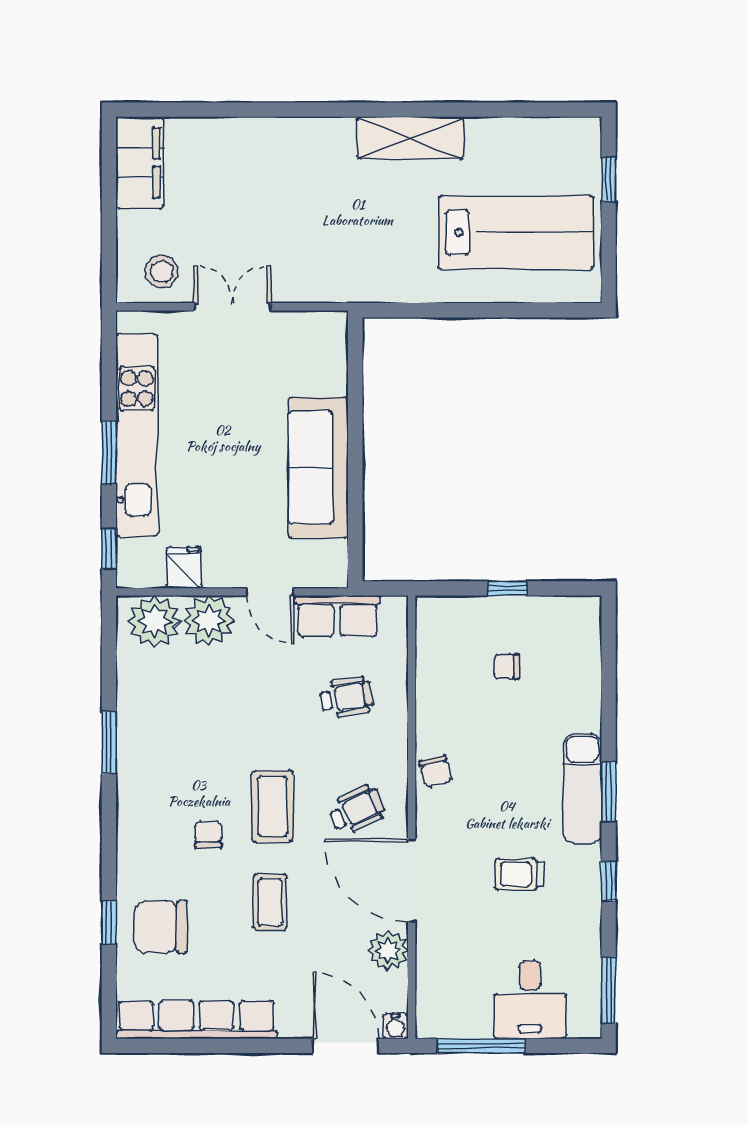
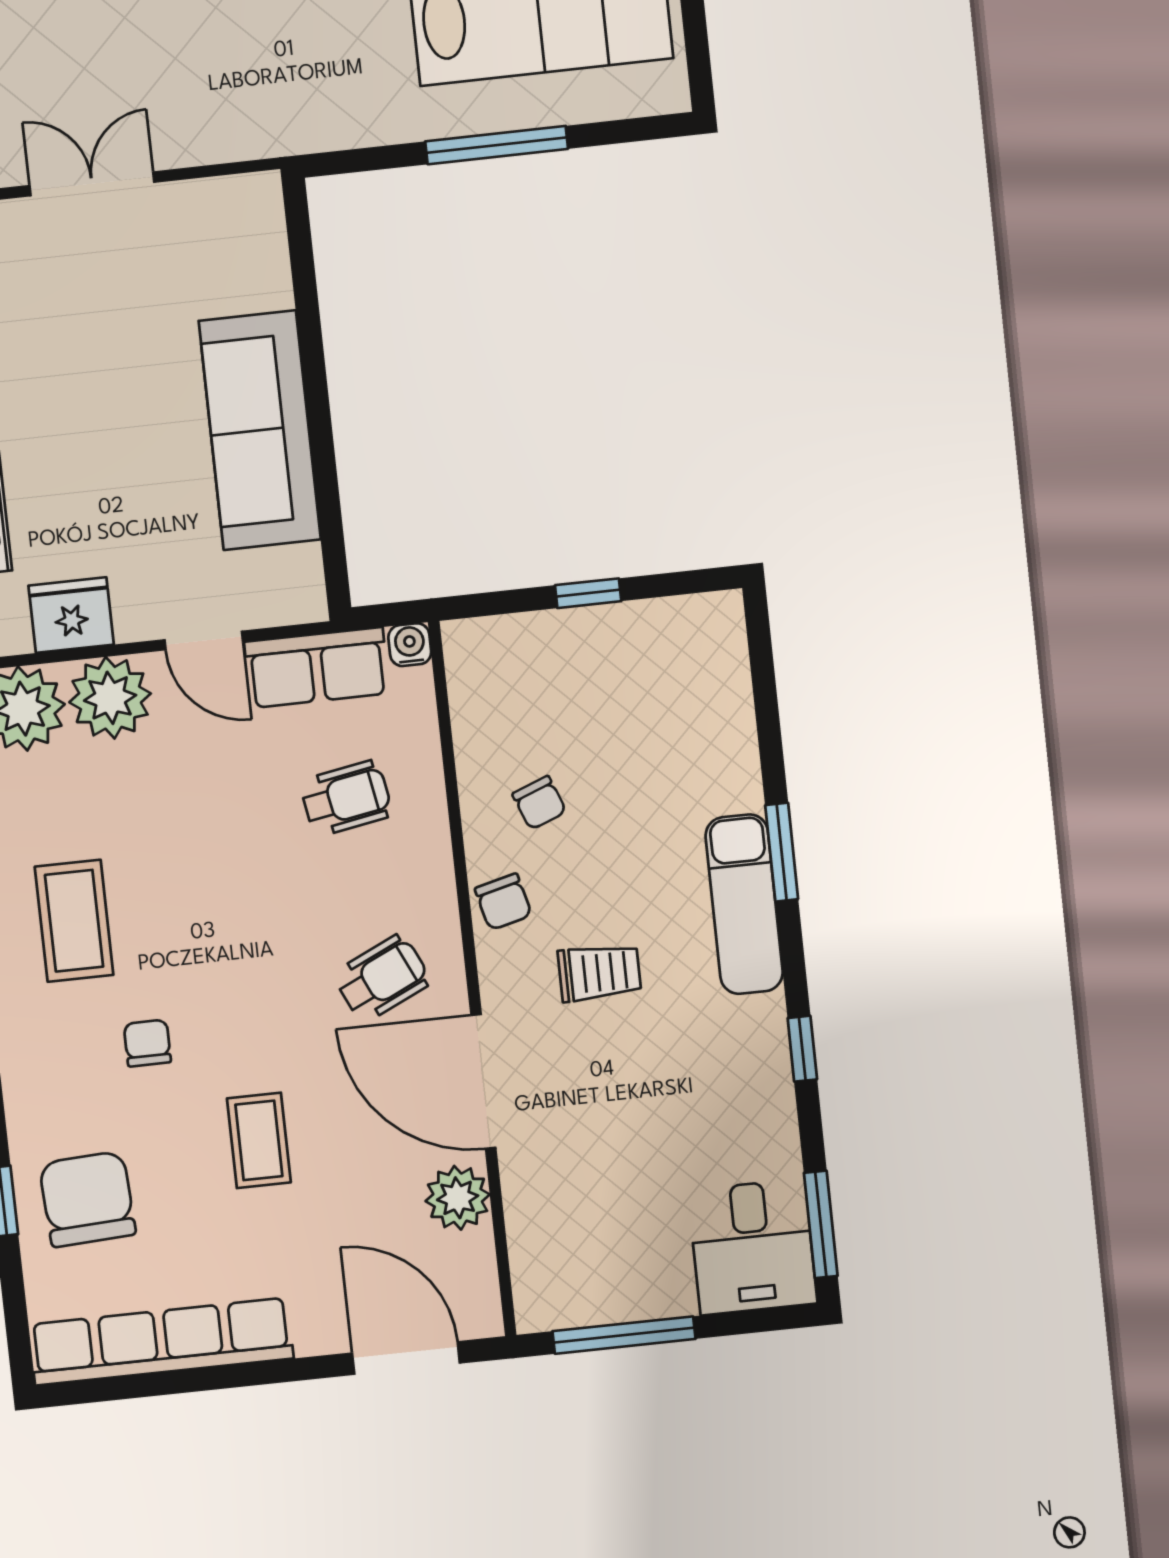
window: (481, 310) -> (497, 145), added
fridge: (184, 568) -> (71, 615), width x1.38
chair: (507, 667) -> (539, 803), moved, turned -111
window: (609, 792) -> (782, 852), moved
coffee table: (272, 806) -> (74, 921), moved
trolley: (519, 874) -> (599, 973), moved, turned 180
chair: (161, 927) -> (87, 1199), turned 87
desk: (530, 1000) -> (752, 1247), moved
water cooler: (395, 1026) -> (410, 645), moved, turned 180

